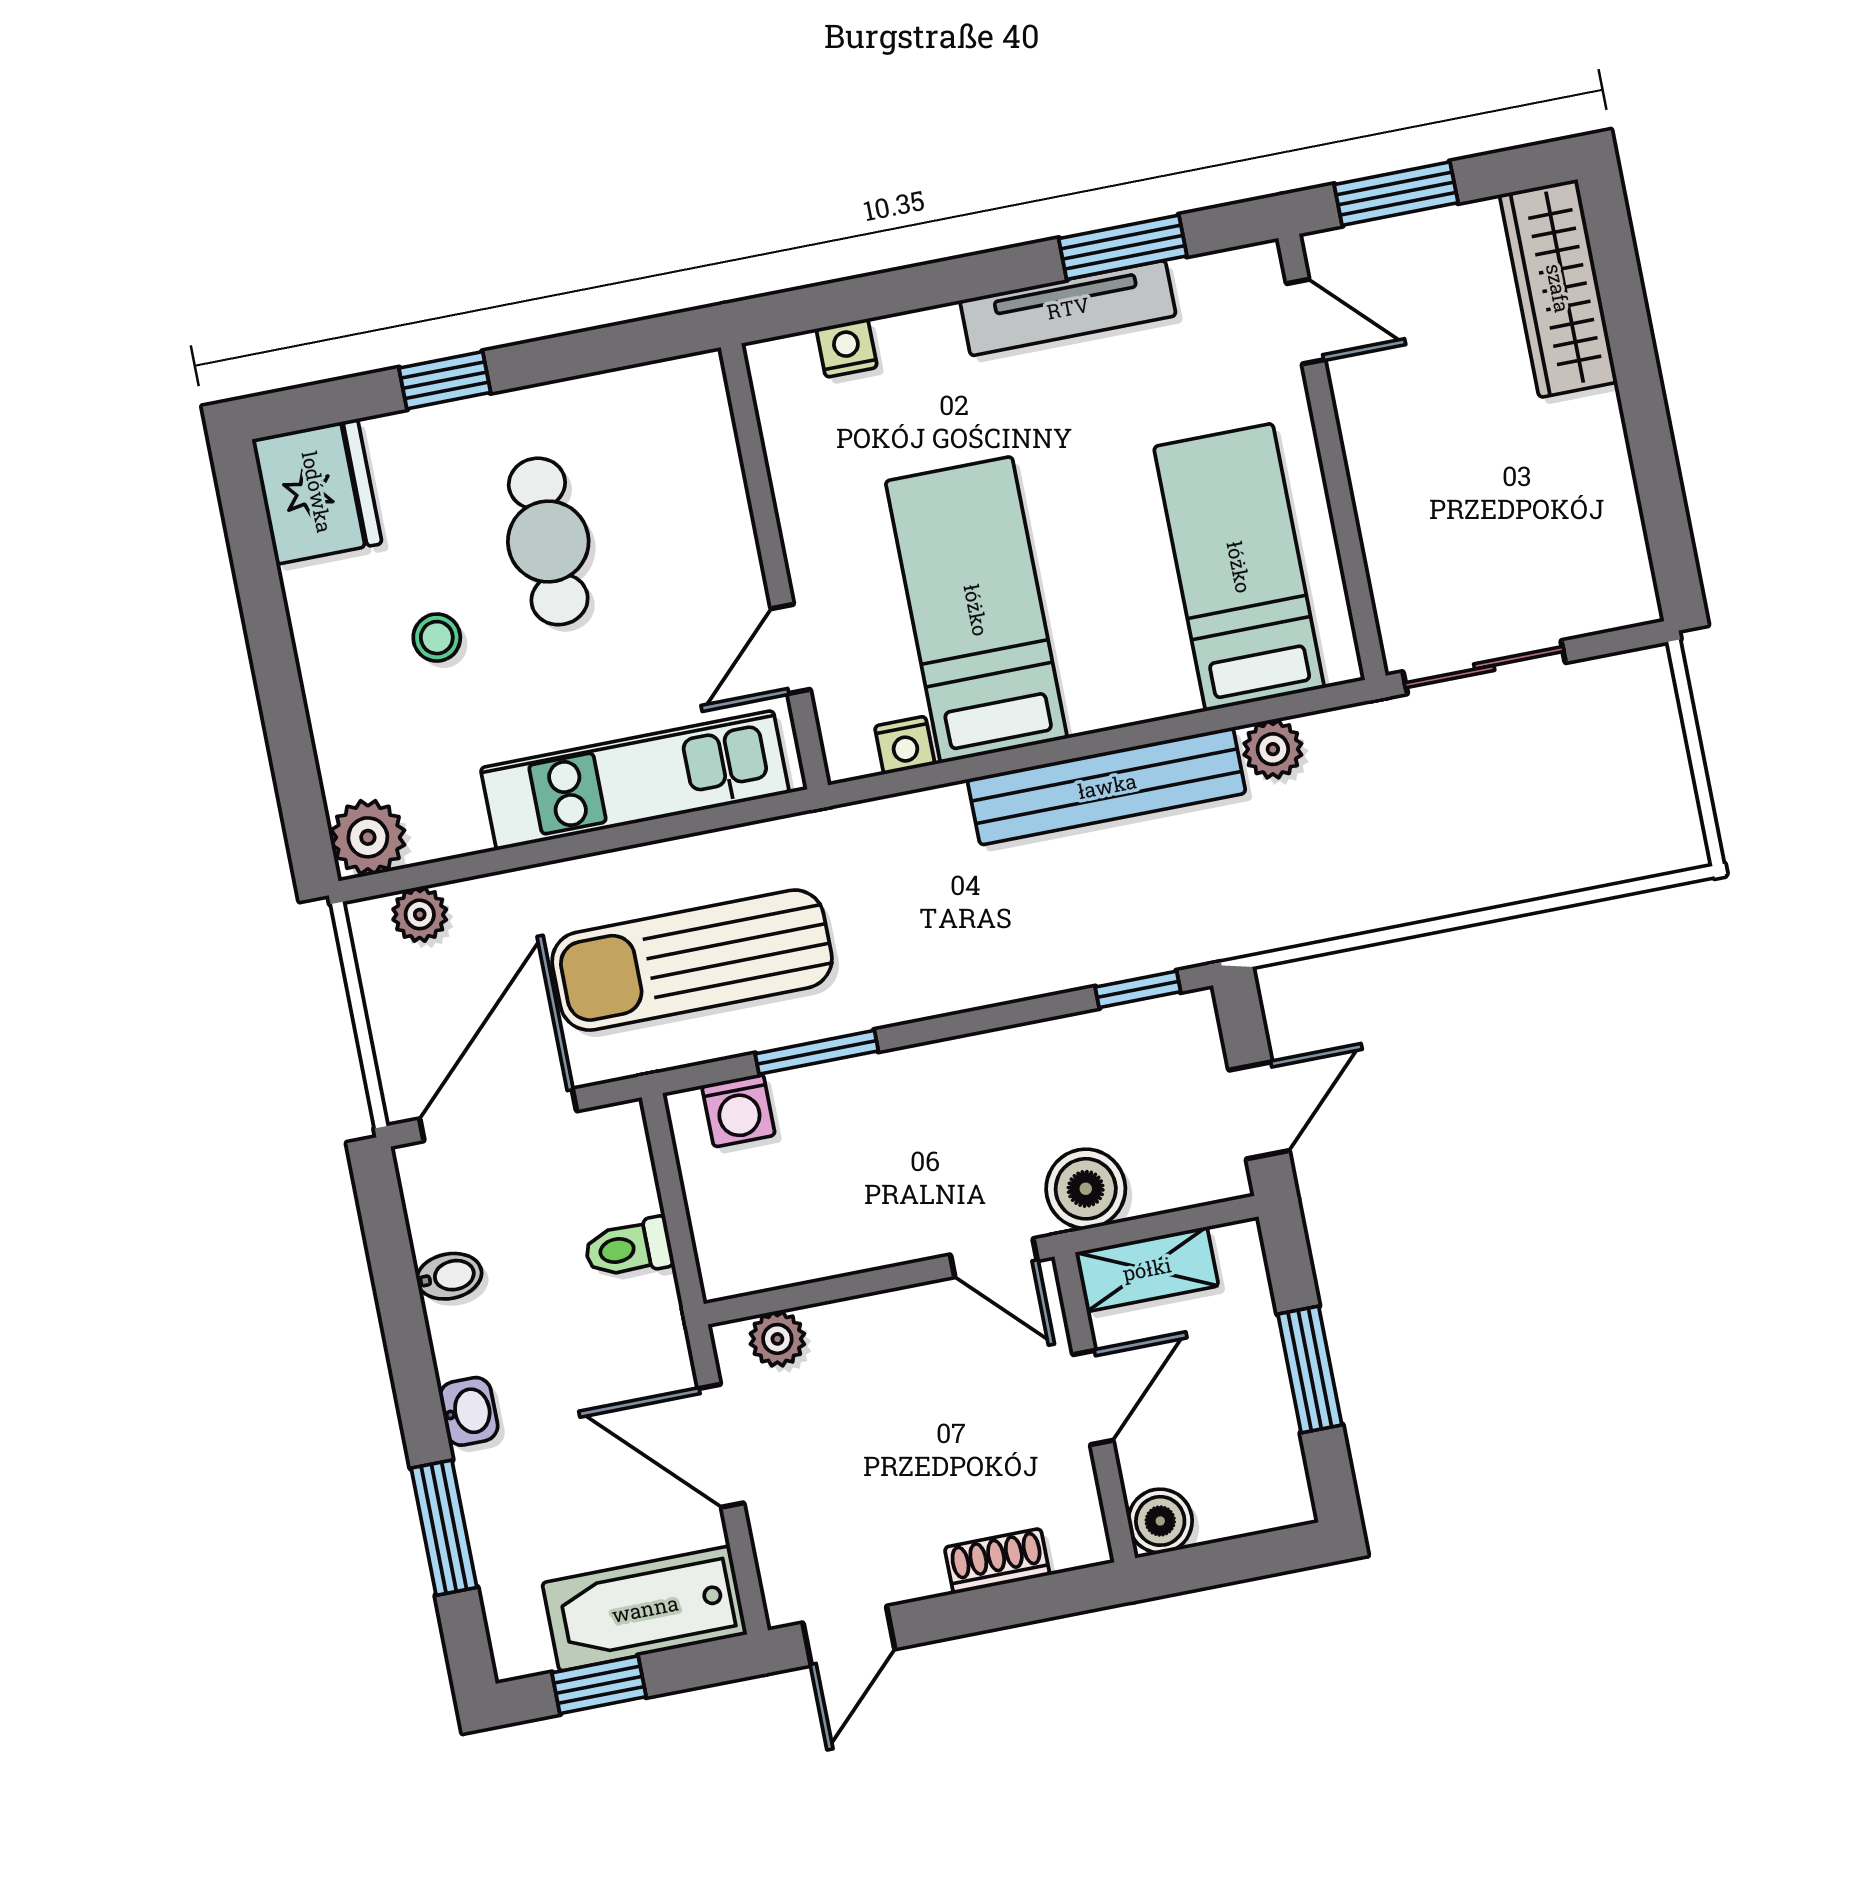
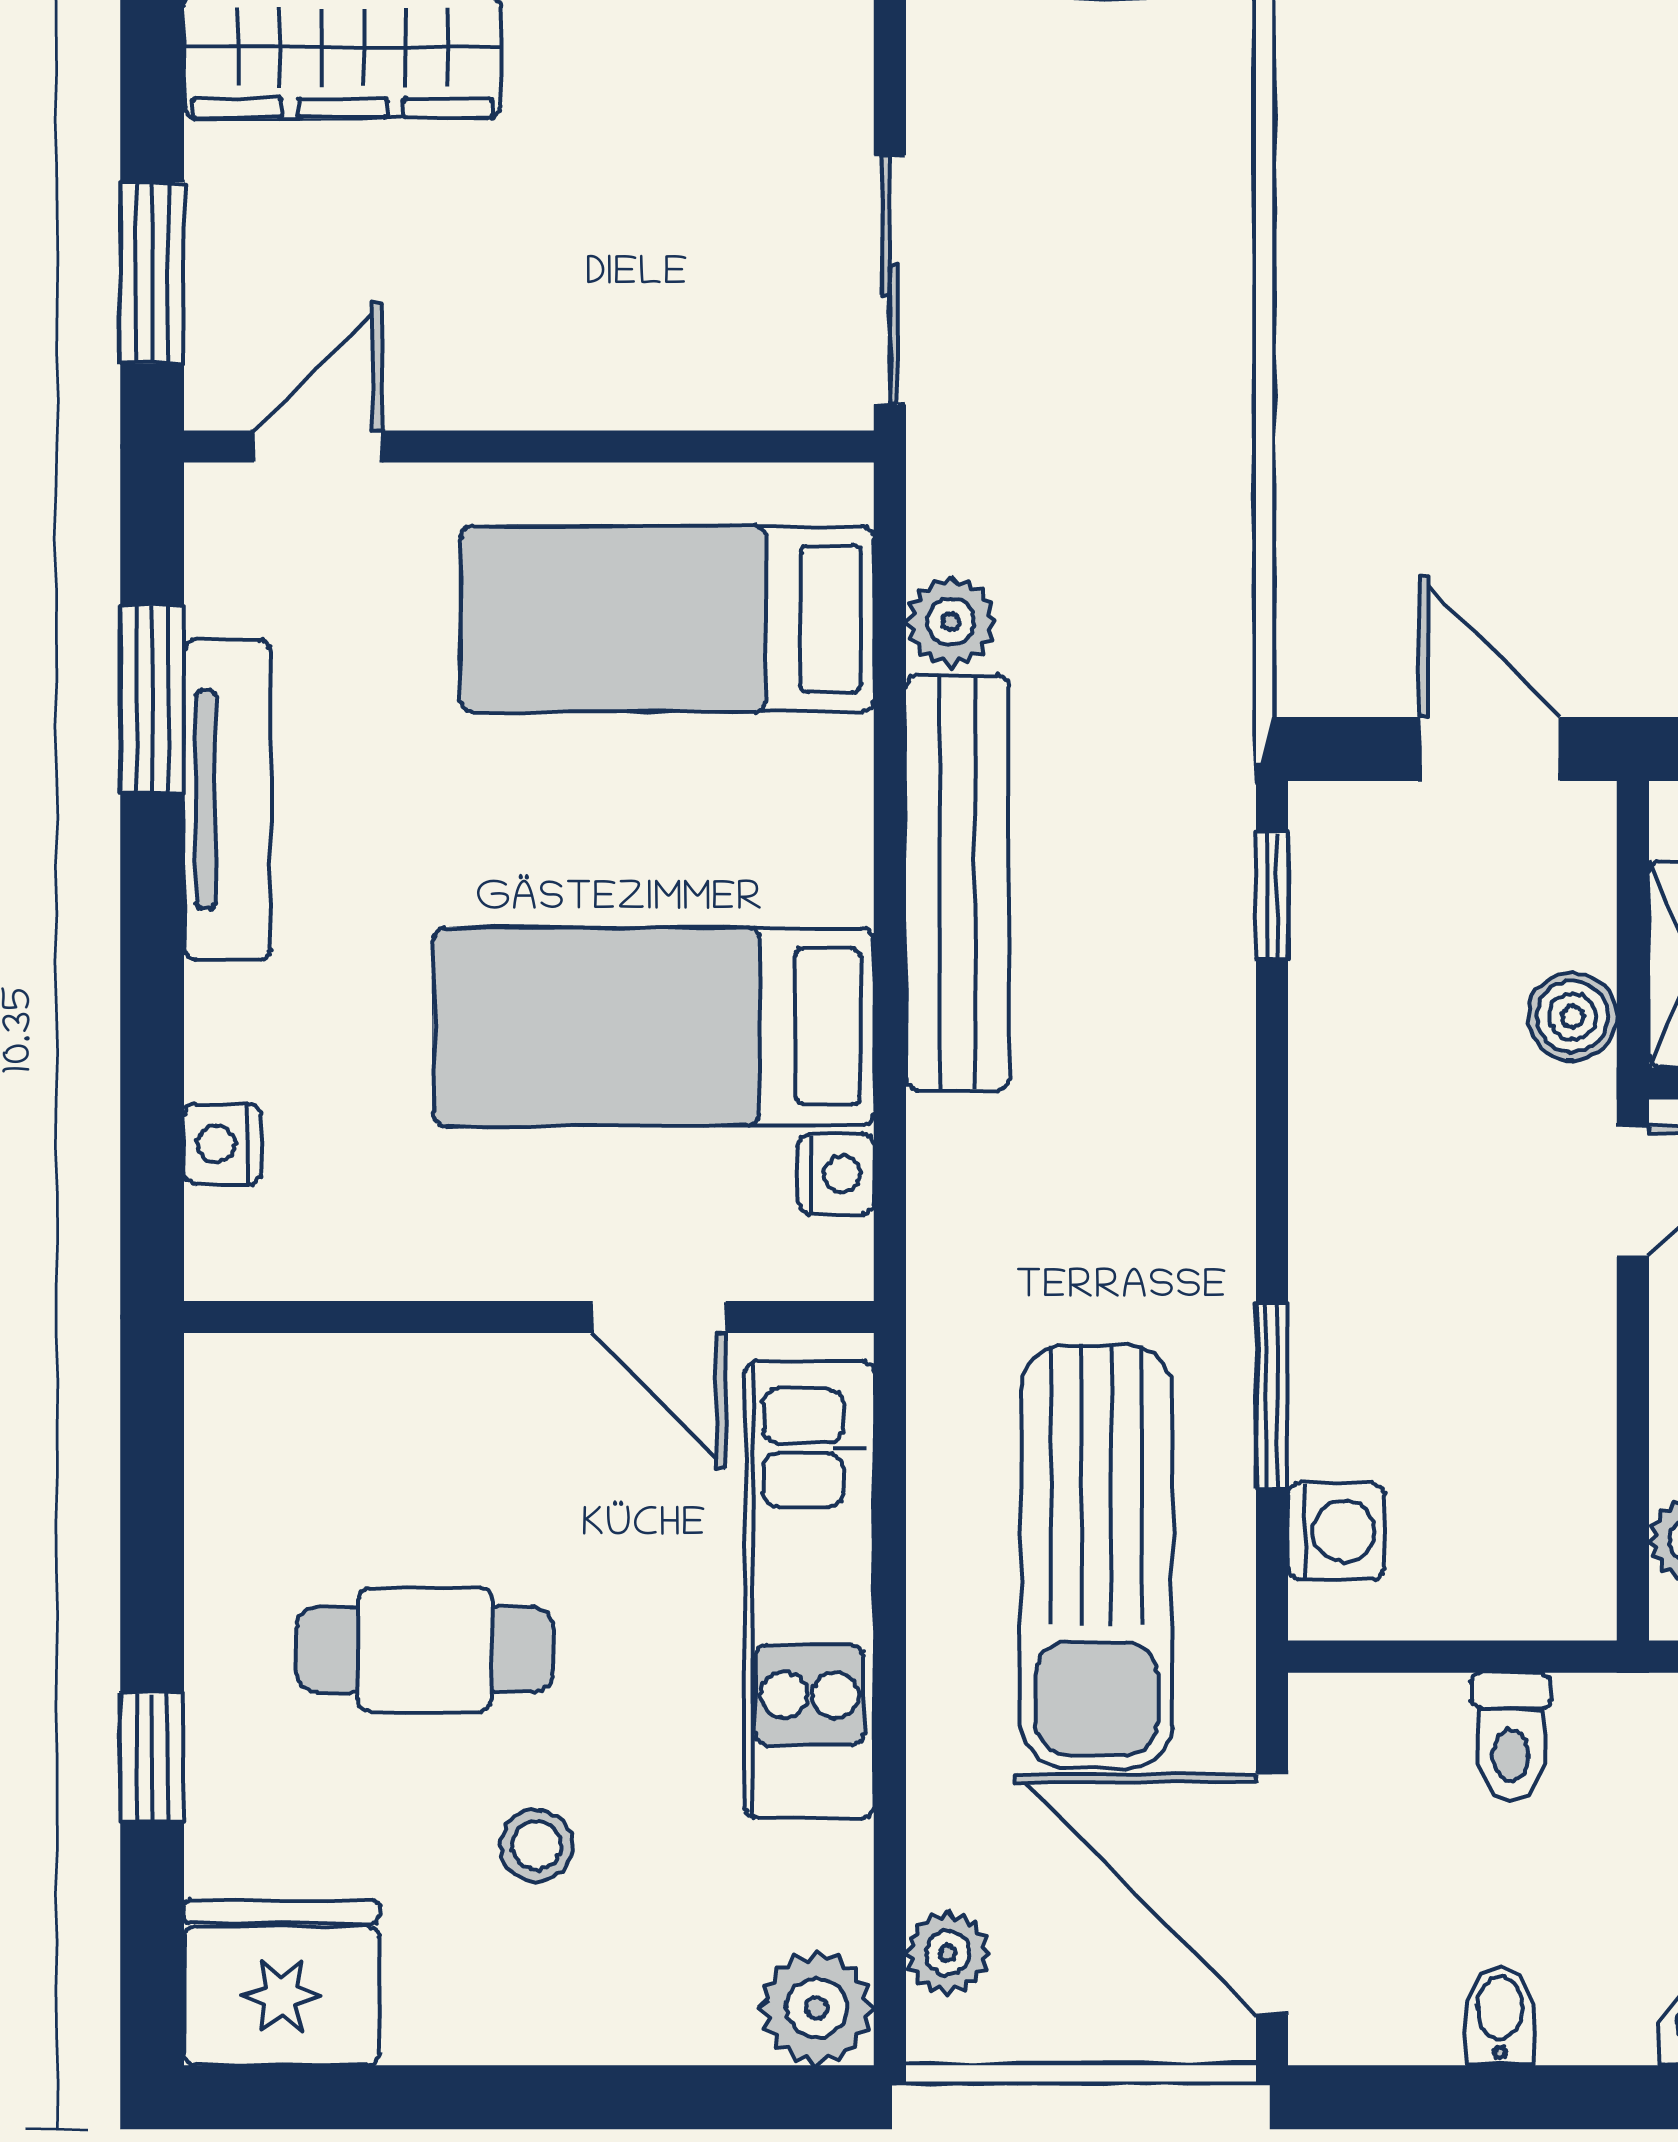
boiler: (1086, 1189) -> (1573, 1016), width x0.73, depth x0.73

